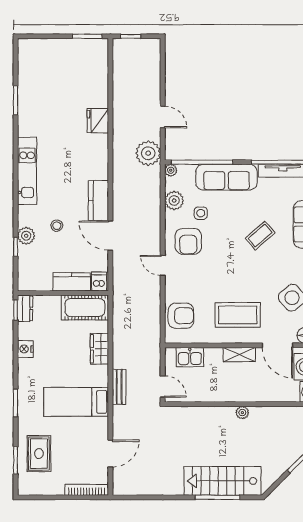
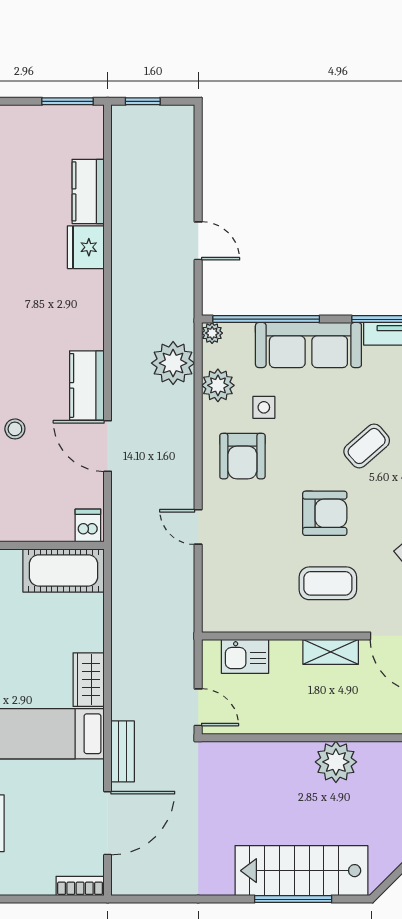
plant: (148, 153) -> (173, 363), moved
door: (163, 265) -> (198, 527), moved
kitchen counter: (72, 282) -> (88, 191), moved, turned -90
coffee table: (238, 315) -> (328, 583), width x0.73, depth x0.76
armchair: (181, 316) -> (325, 513), moved
wardrobe: (99, 349) -> (89, 680), moved
bench: (119, 387) -> (123, 751), moved
plant: (242, 413) -> (336, 762), width x1.88, depth x1.88
door: (110, 454) -> (108, 823), width x1.36
bookcase: (87, 490) -> (80, 886), width x0.64

